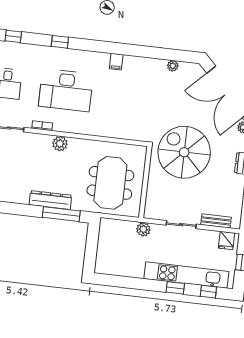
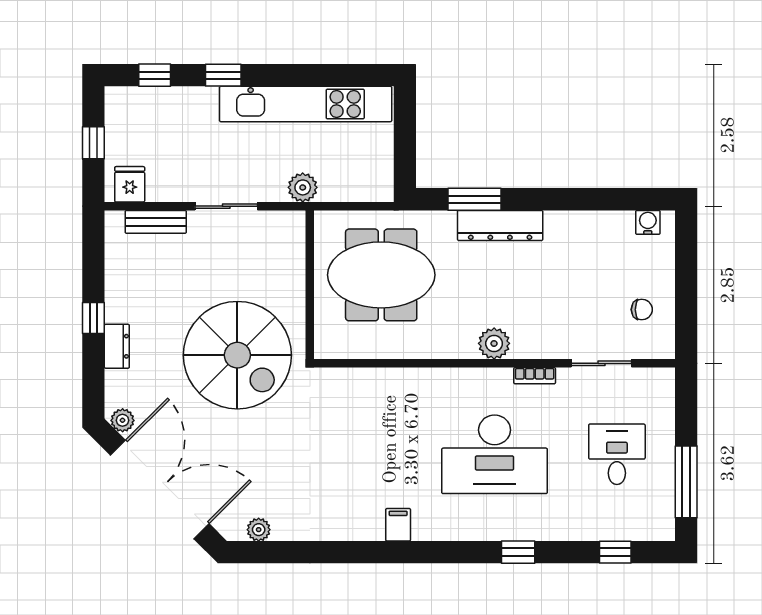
plant: (173, 66) -> (259, 530), moved
desk: (66, 90) -> (495, 454), turned 180
meeting table: (110, 183) -> (381, 275), turned 90
window: (61, 214) -> (475, 199), width x0.69
kitchen unit: (186, 275) -> (306, 104), moved

